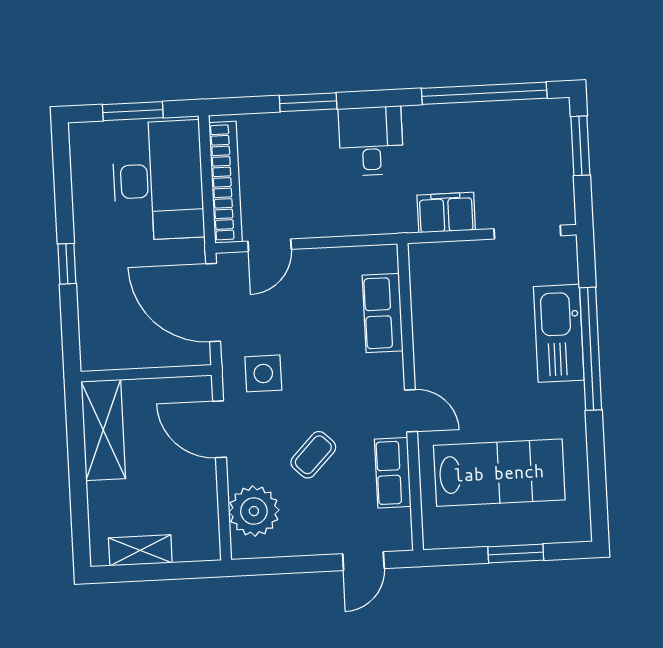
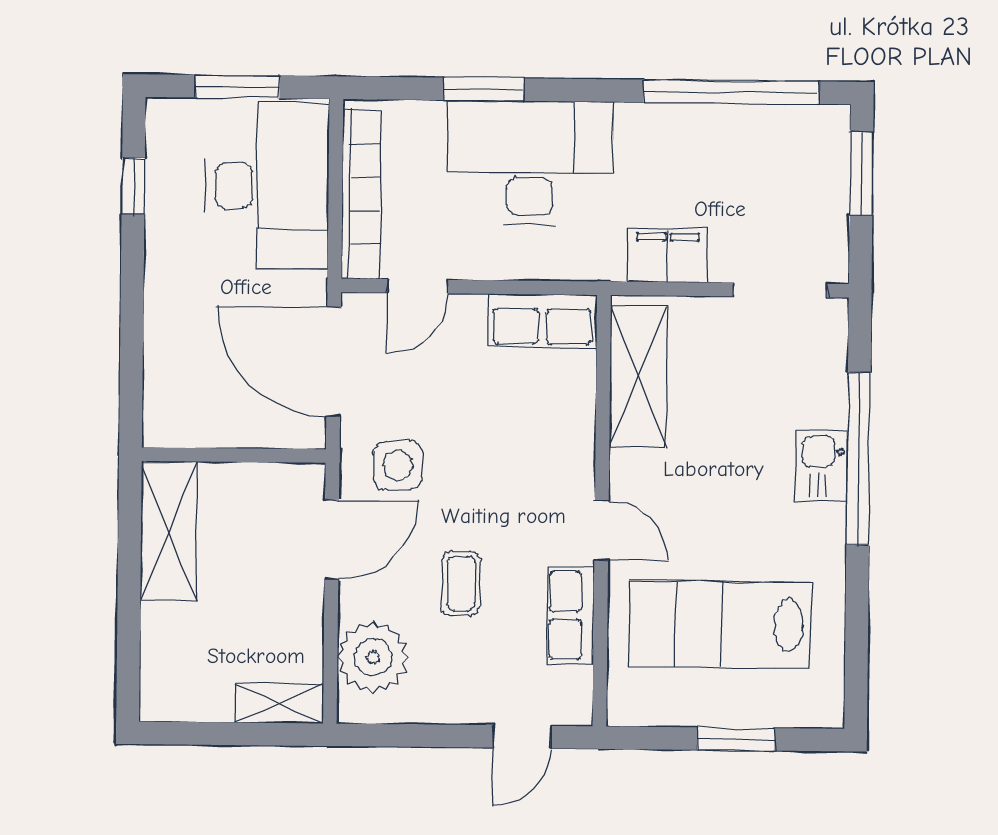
desk: (371, 141) -> (530, 163), width x1.87, depth x1.30
window: (67, 264) -> (133, 186), moved
shelving: (430, 300) -> (638, 376), added
row of seats: (383, 313) -> (542, 320), moved, turned -90
kitchen sink: (559, 333) -> (821, 466), width x0.53, depth x0.81
door: (220, 429) -> (332, 540), swing flipped
coffee table: (313, 455) -> (461, 583), turned -44
lab bench: (499, 473) -> (720, 624), turned 180
shelving: (140, 550) -> (279, 703), moved

